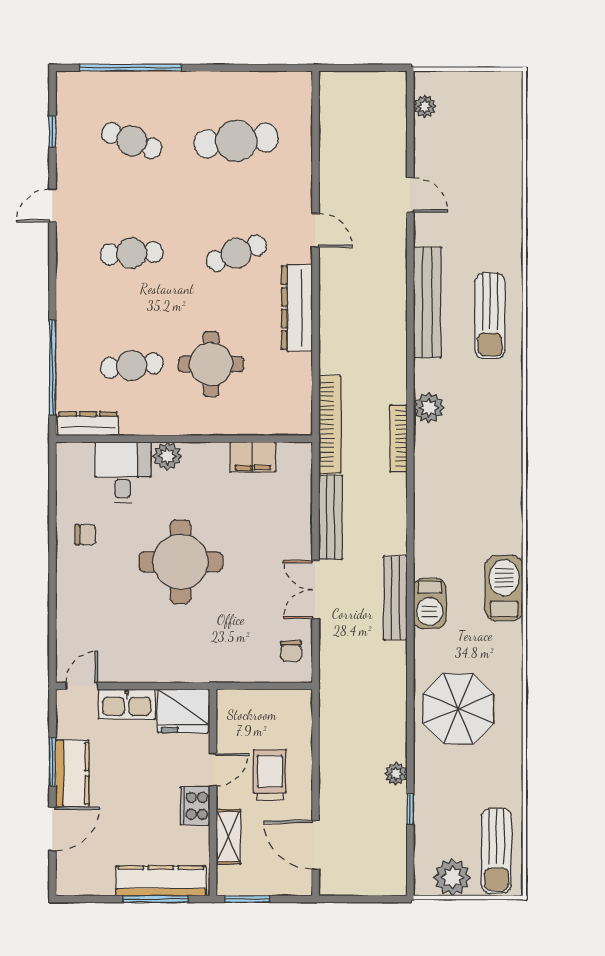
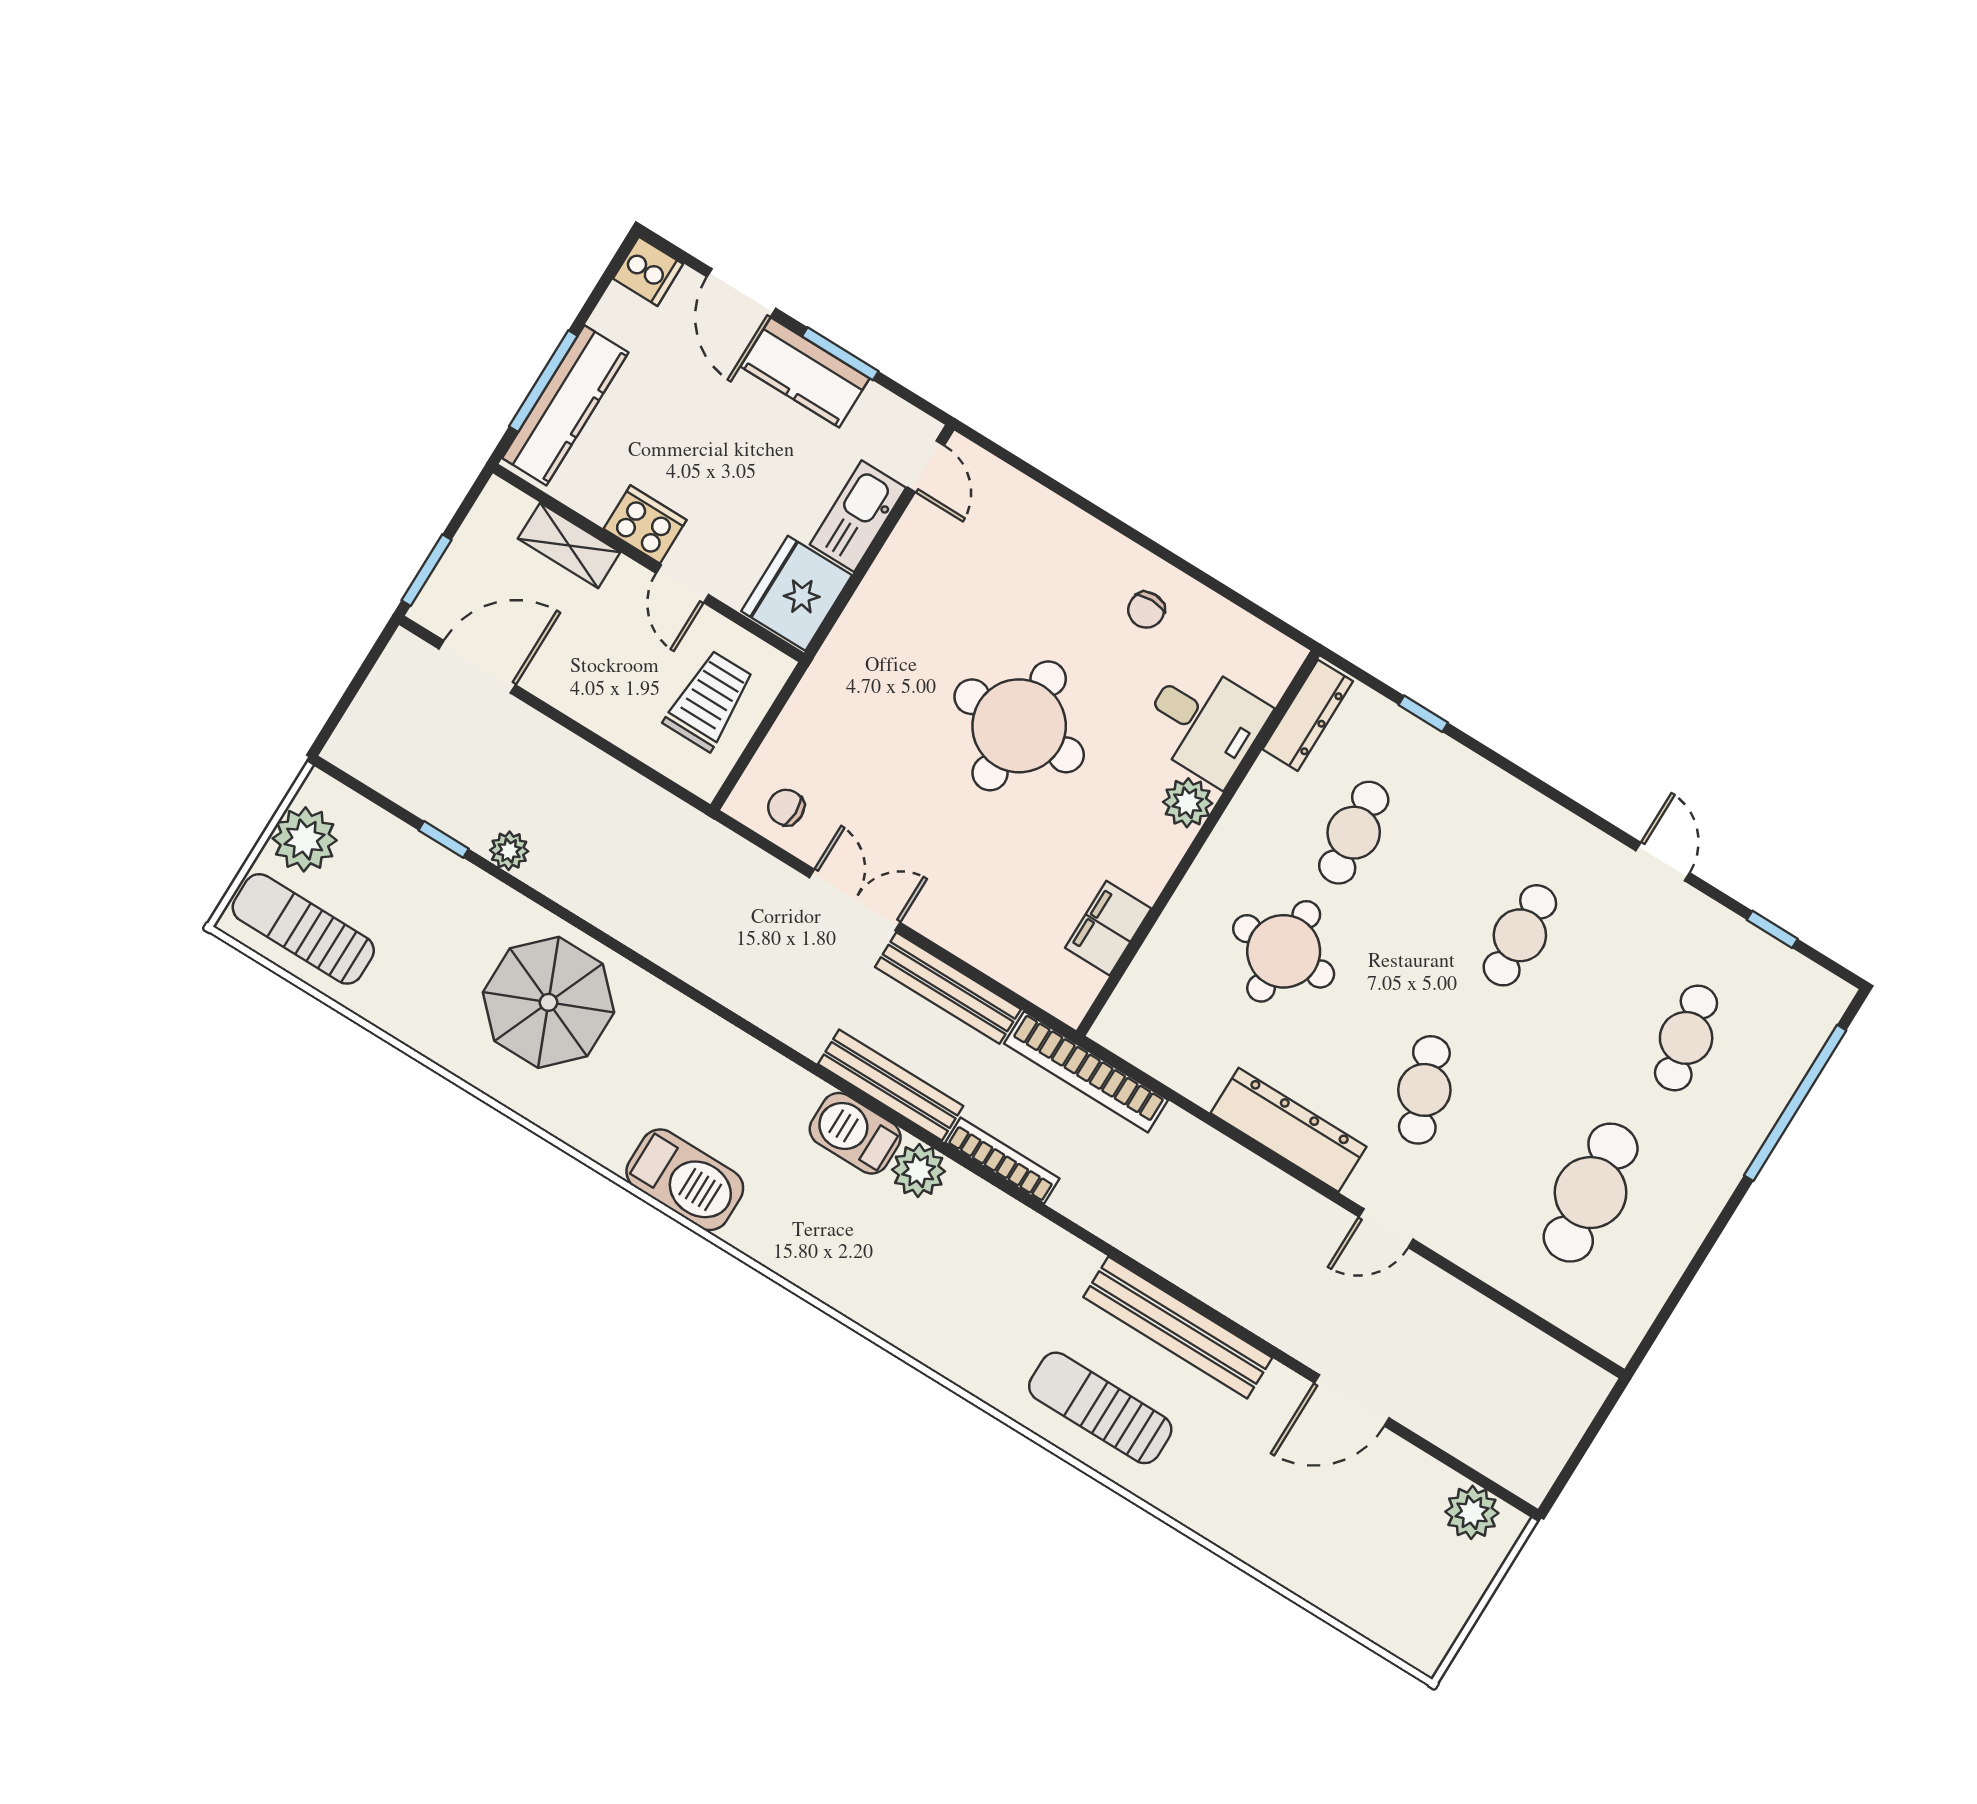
plant: (425, 106) -> (1472, 1512), width x1.38, depth x1.38
cafe table: (132, 141) -> (1686, 1038), turned -33
door: (410, 195) -> (1352, 1400), width x1.38
window: (52, 368) -> (1423, 714), width x0.32
plant: (429, 408) -> (919, 1171), moved
bench: (395, 598) -> (891, 1085), moved
barbecue: (430, 604) -> (855, 1133), moved
trolley: (270, 775) -> (709, 701), moved, turned -90
cooker: (70, 881) -> (648, 271), added
window: (247, 899) -> (426, 570), moved

